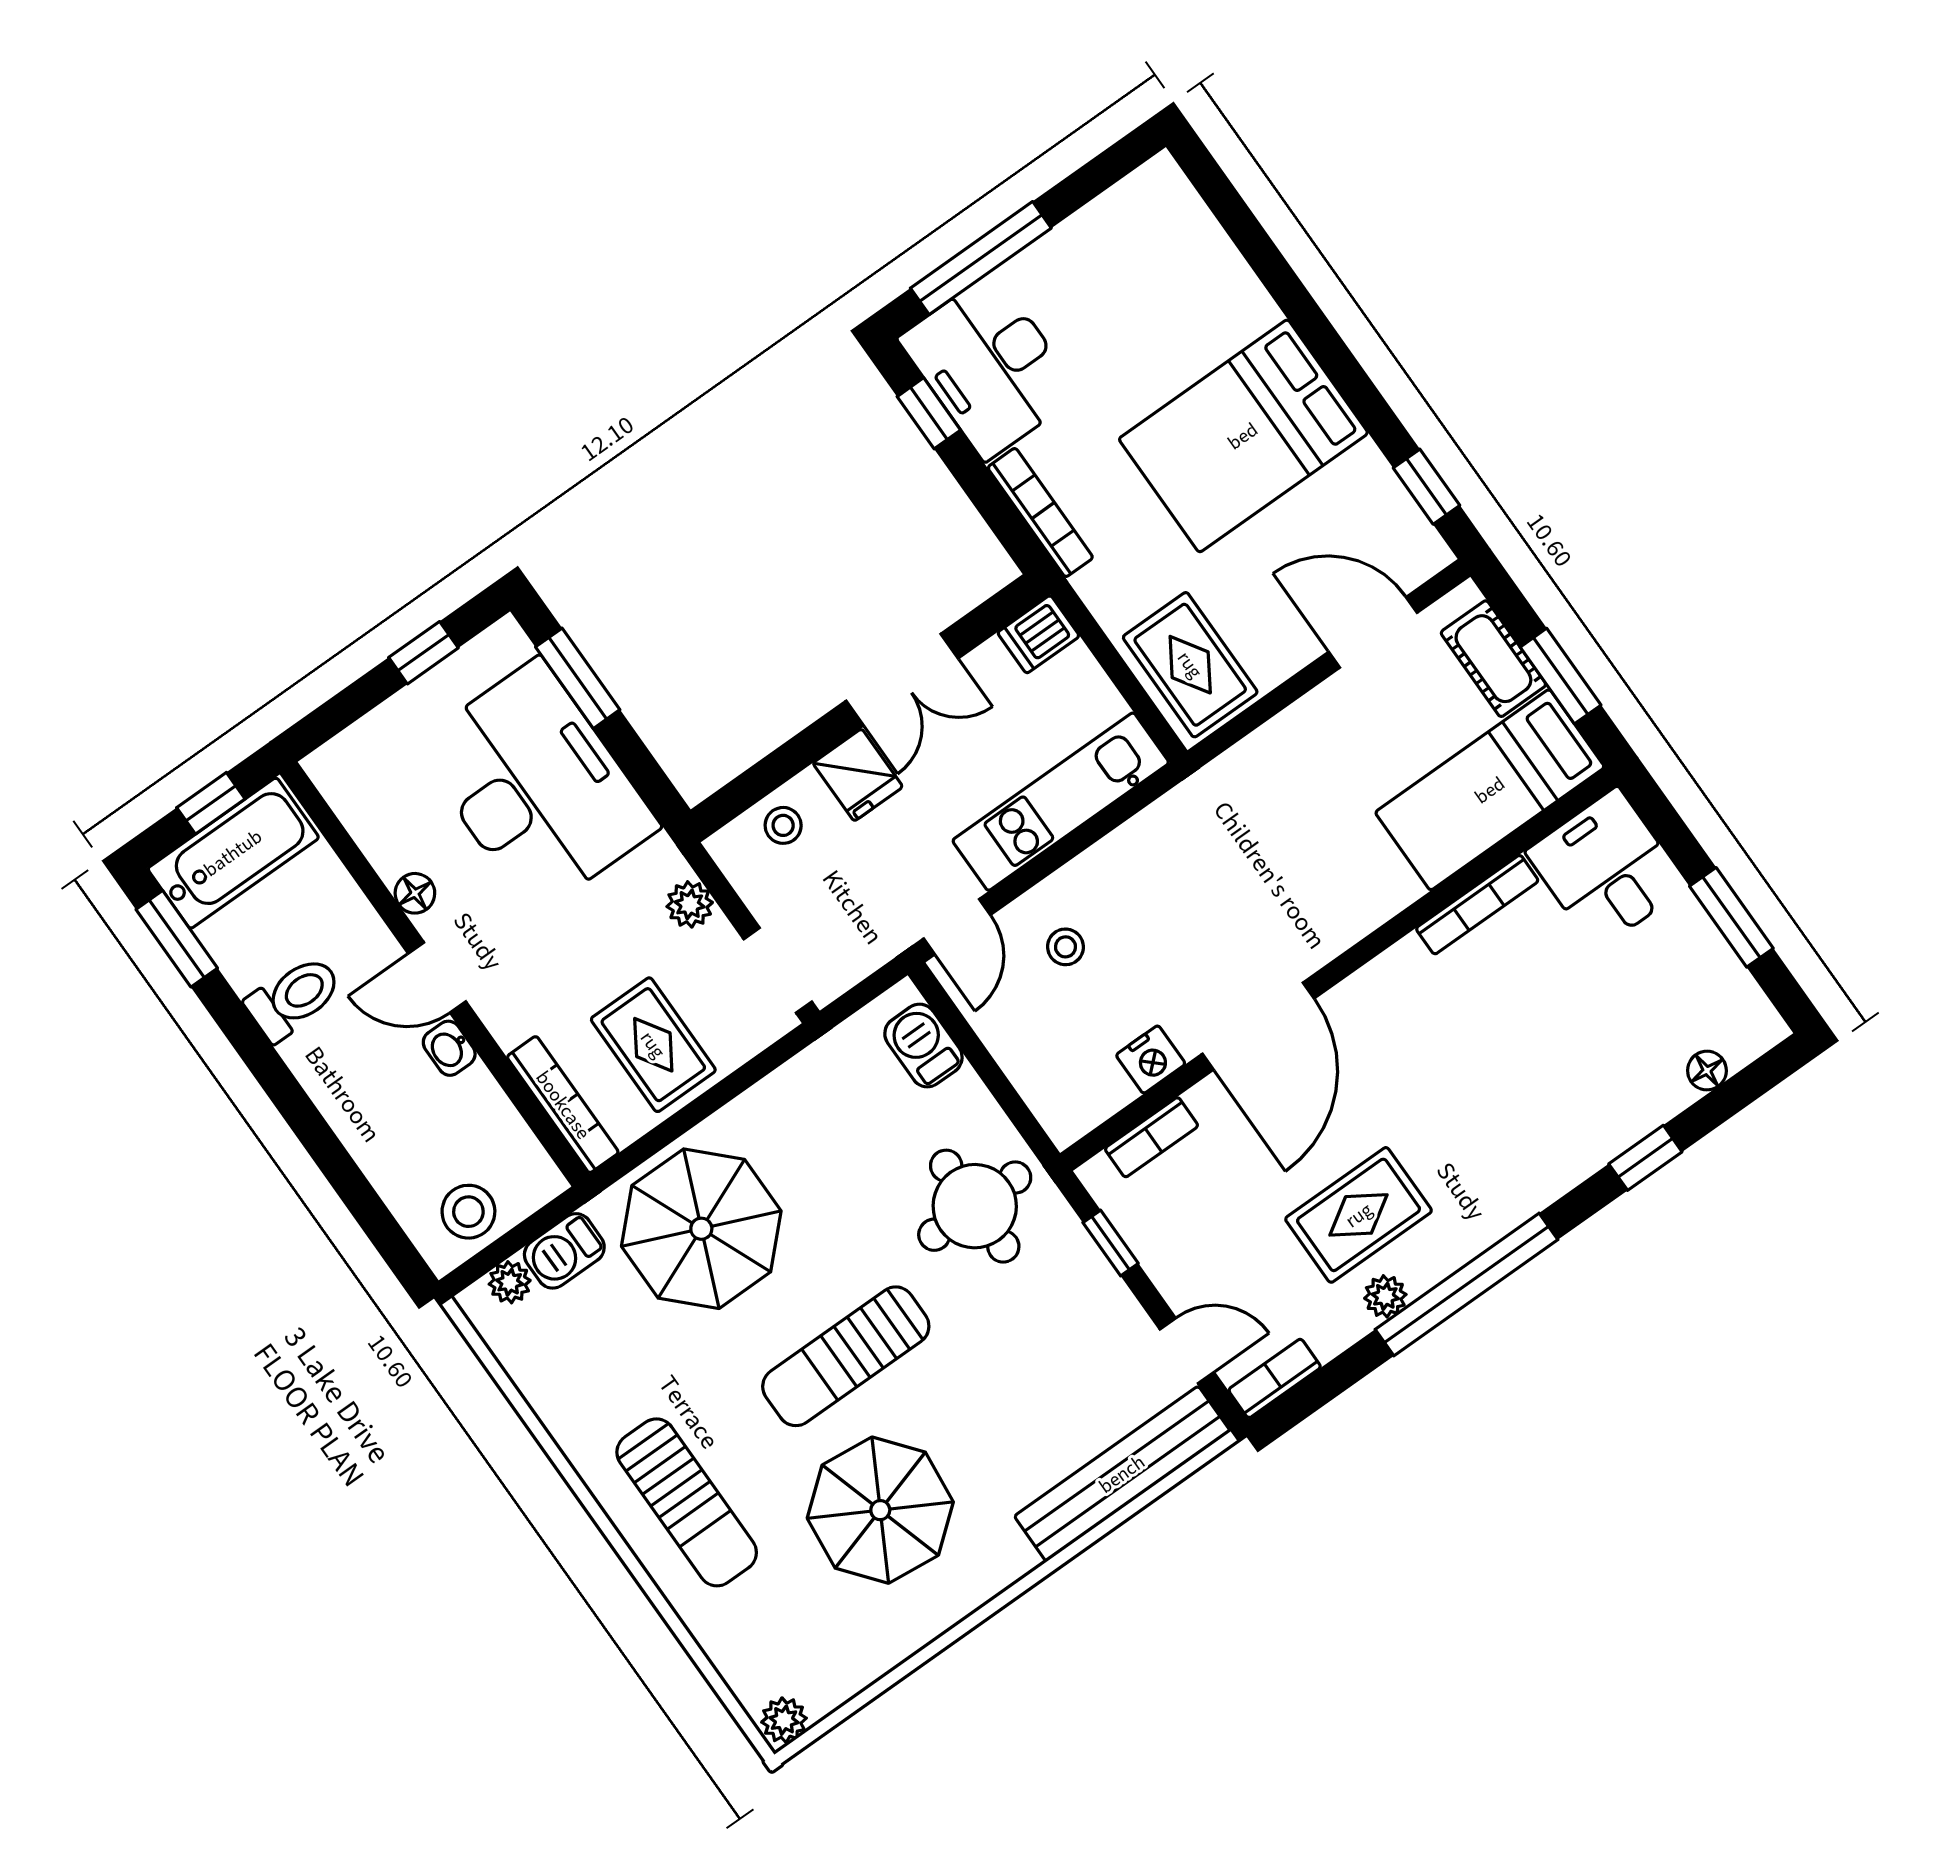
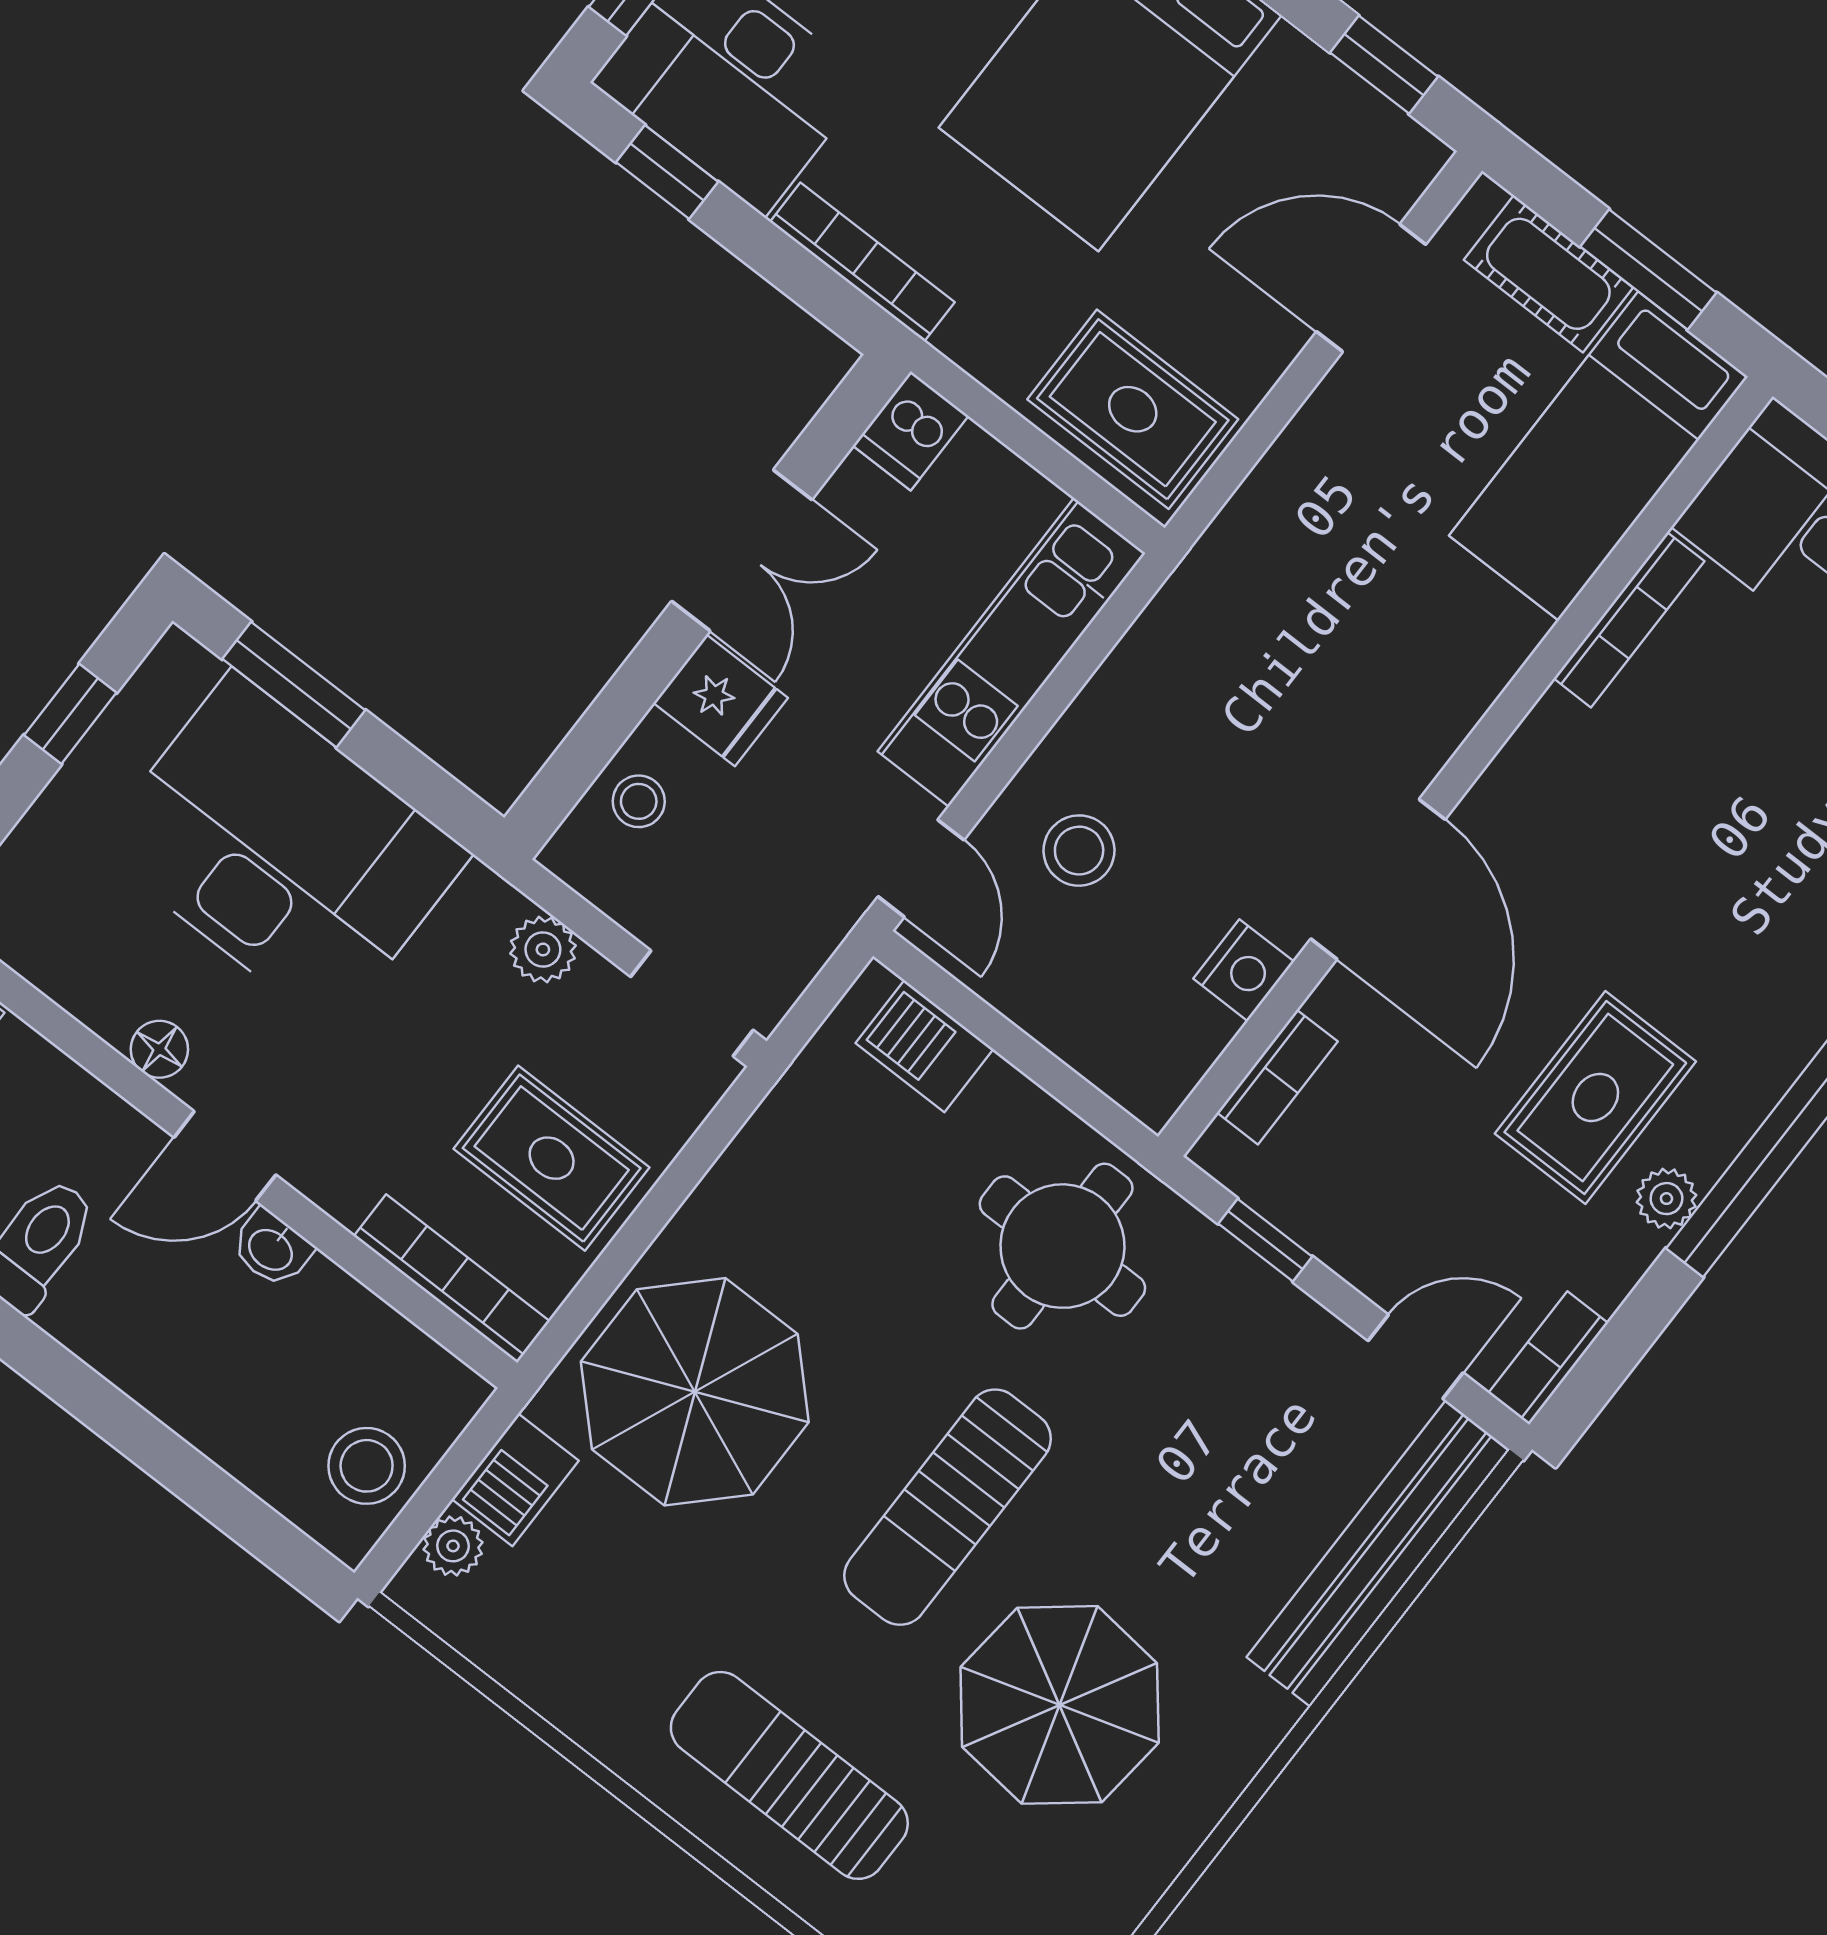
stool: (1066, 947) -> (1079, 851), width x1.37, depth x1.37
sun lounger: (687, 1502) -> (789, 1775), turned 180

